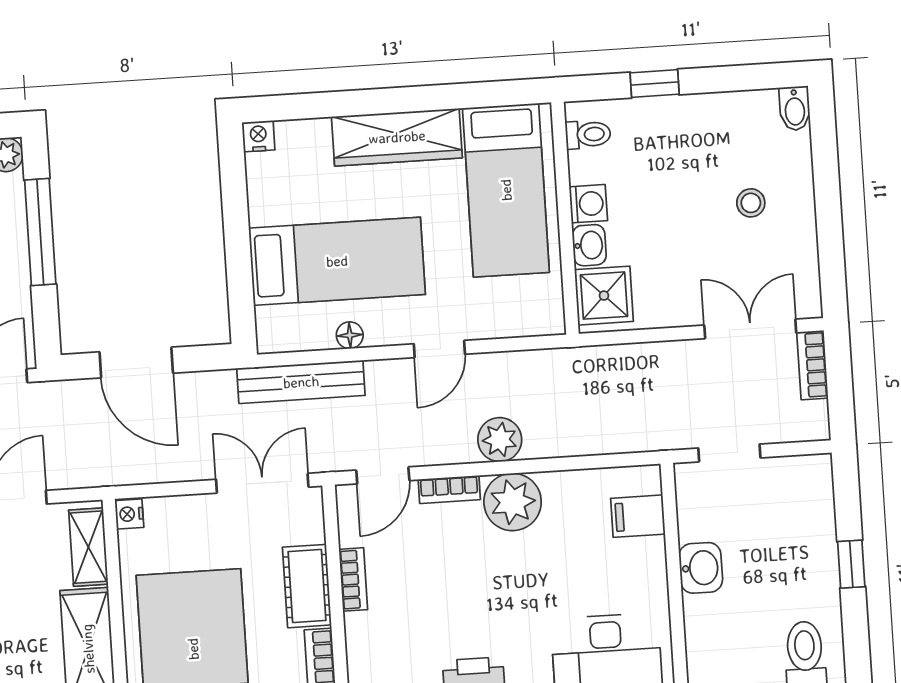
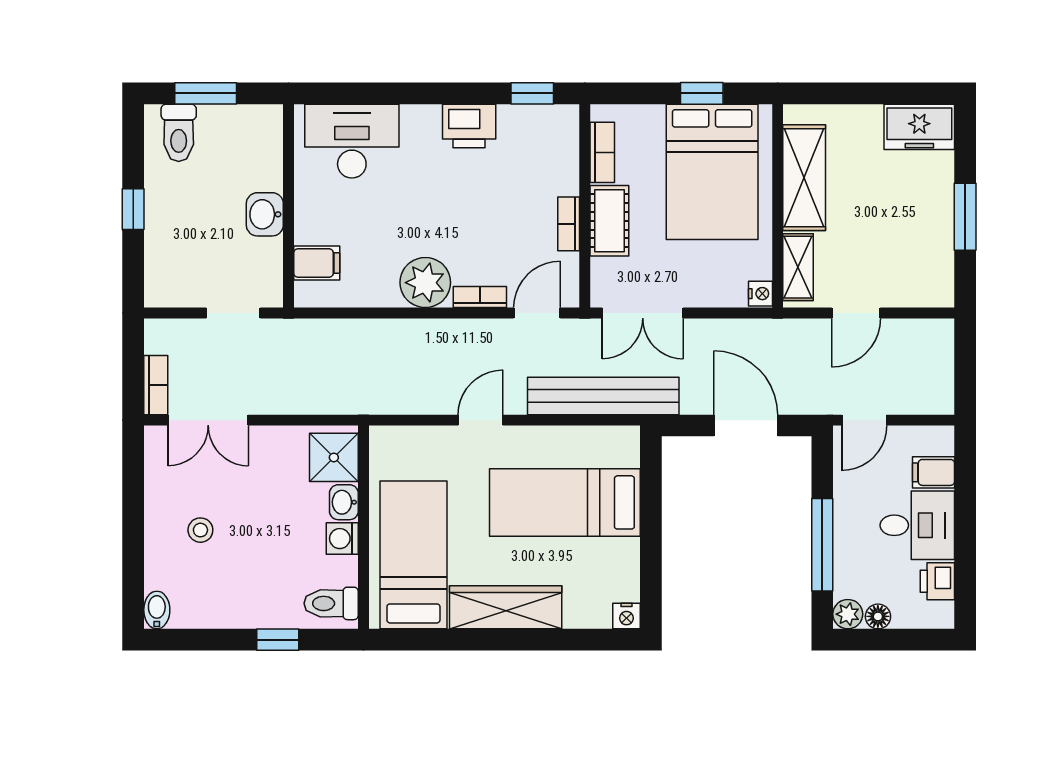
toilet: (588, 134) -> (331, 603), width x1.37, depth x1.39
floor lamp: (350, 335) -> (558, 437), removed
bench: (301, 382) -> (603, 396), width x1.37, depth x1.21
plant: (500, 440) -> (433, 338), removed

